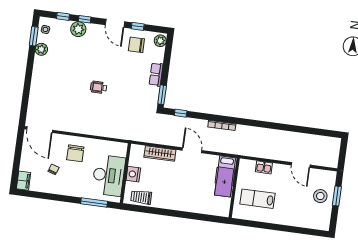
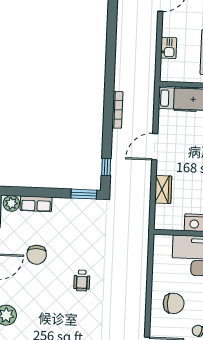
chair: (136, 45) -> (37, 255), moved
row of seats: (156, 74) -> (36, 204), moved
wardrobe: (160, 154) -> (163, 190), width x0.67

